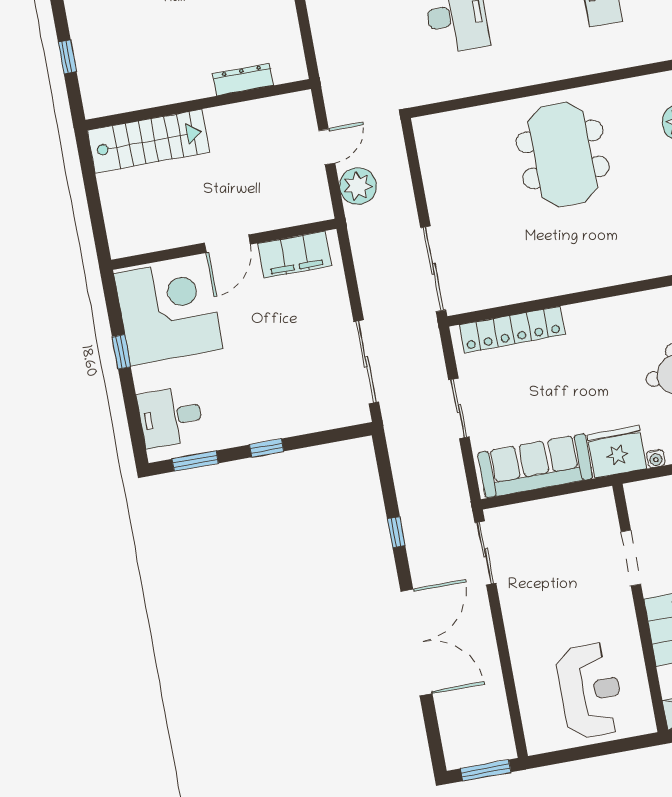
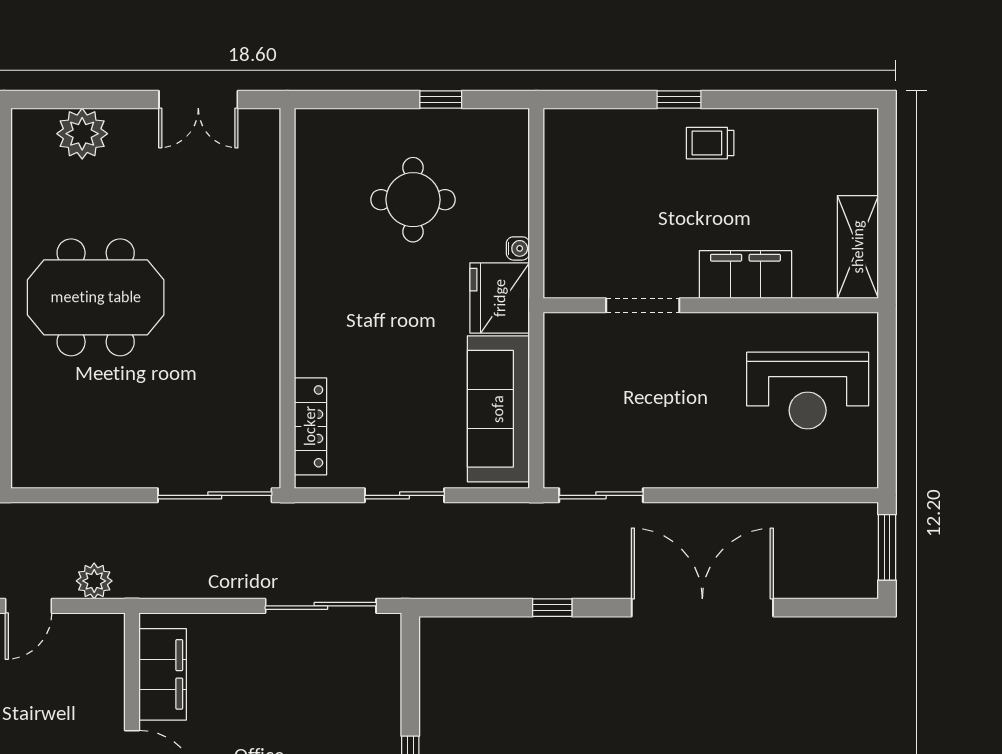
door: (327, 147) -> (28, 606), swing flipped
plant: (358, 186) -> (94, 581), width x0.73, depth x0.73
locker: (512, 330) -> (310, 426), width x0.71, depth x0.83
reception desk: (590, 691) -> (808, 391), turned 180

